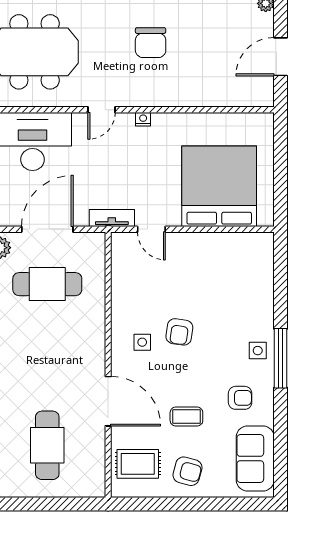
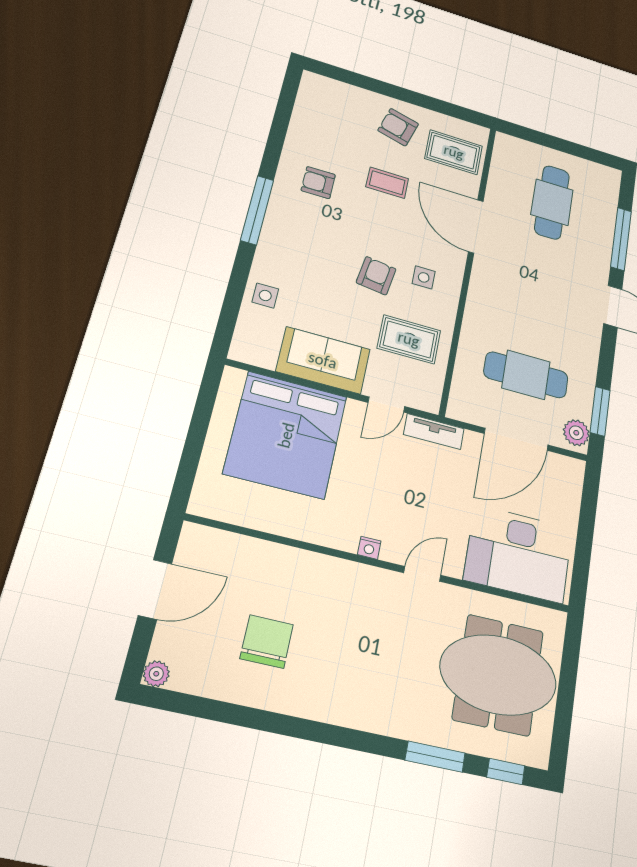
chair: (151, 43) -> (267, 642), moved
door: (151, 229) -> (386, 405), swing flipped
rug: (144, 286) -> (409, 339), added
side table: (258, 351) -> (265, 296), moved
sofa: (255, 459) -> (323, 360), moved, turned -90

